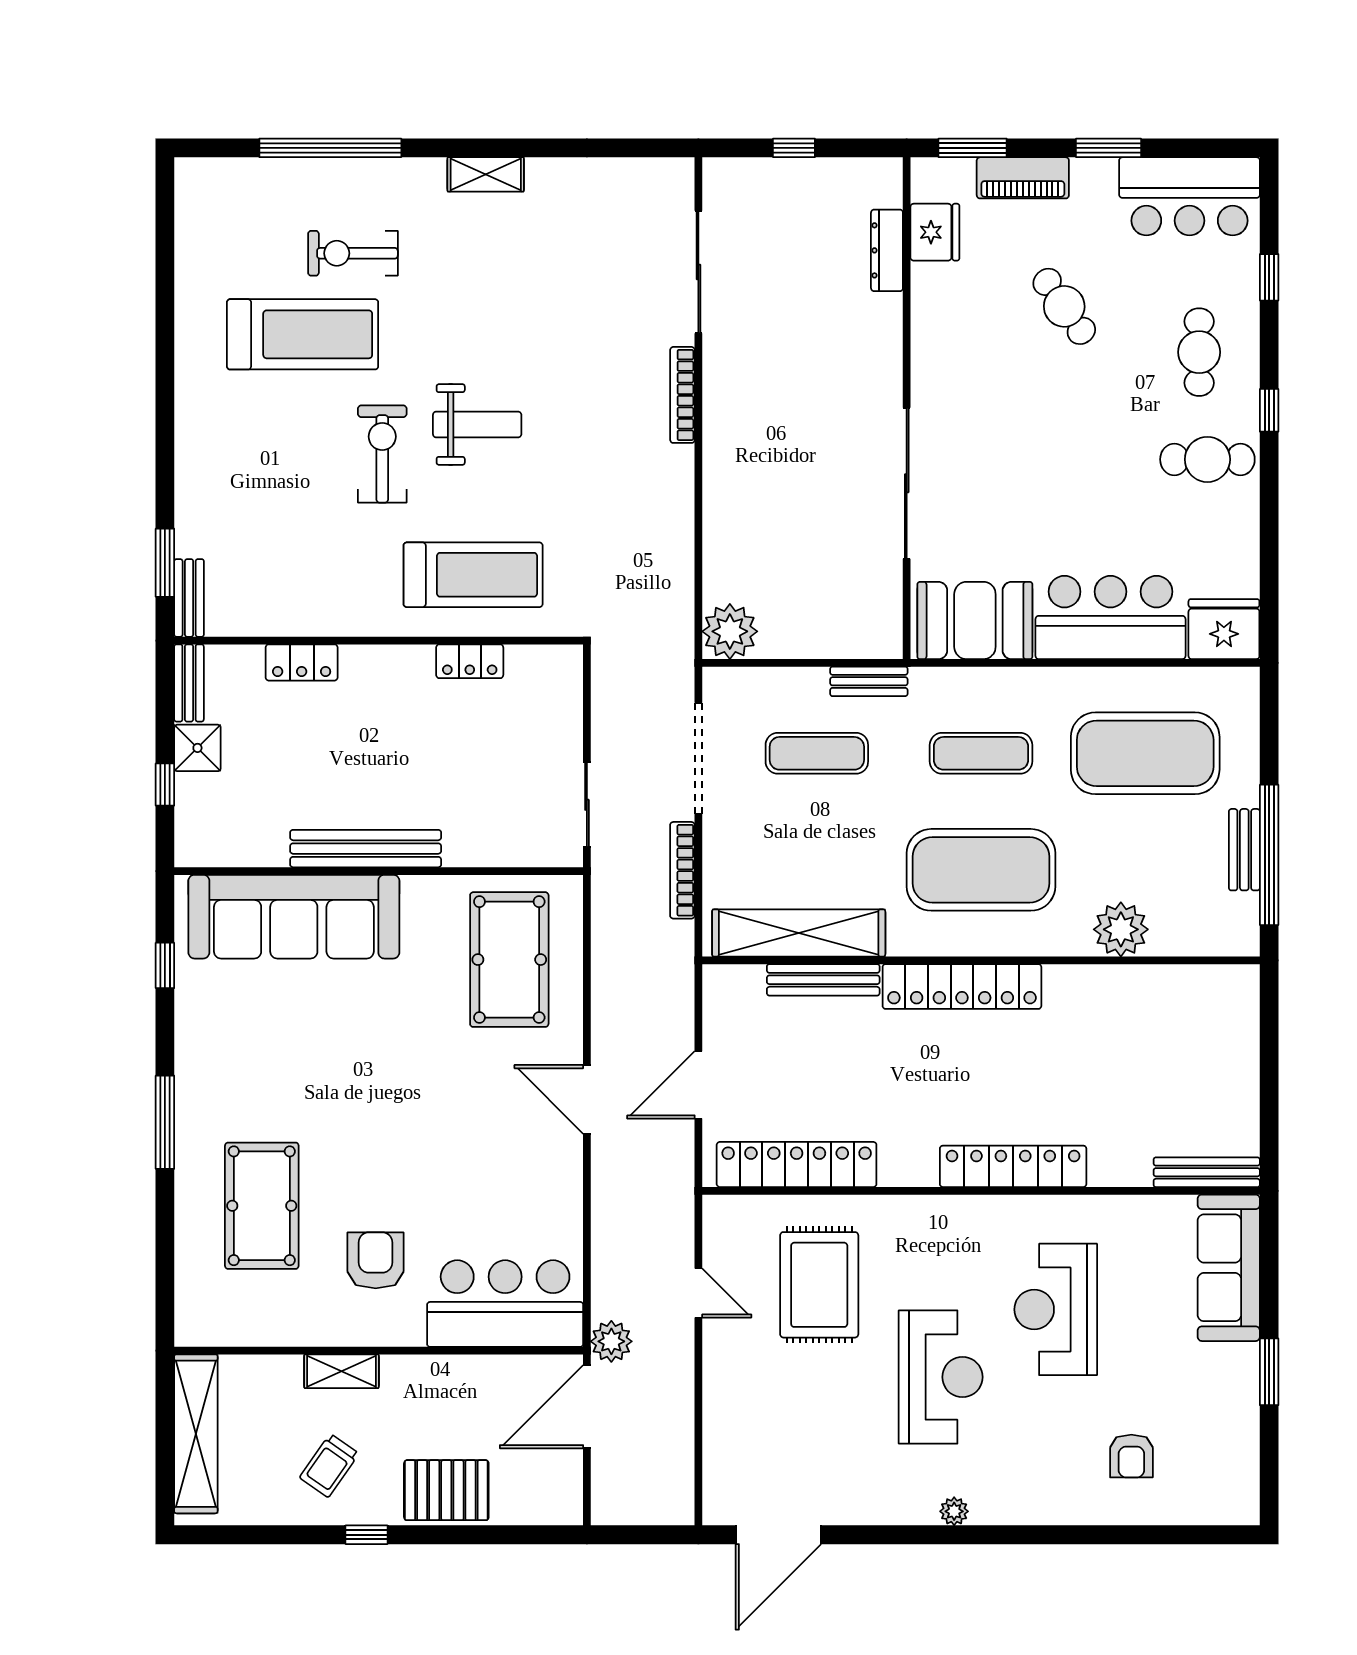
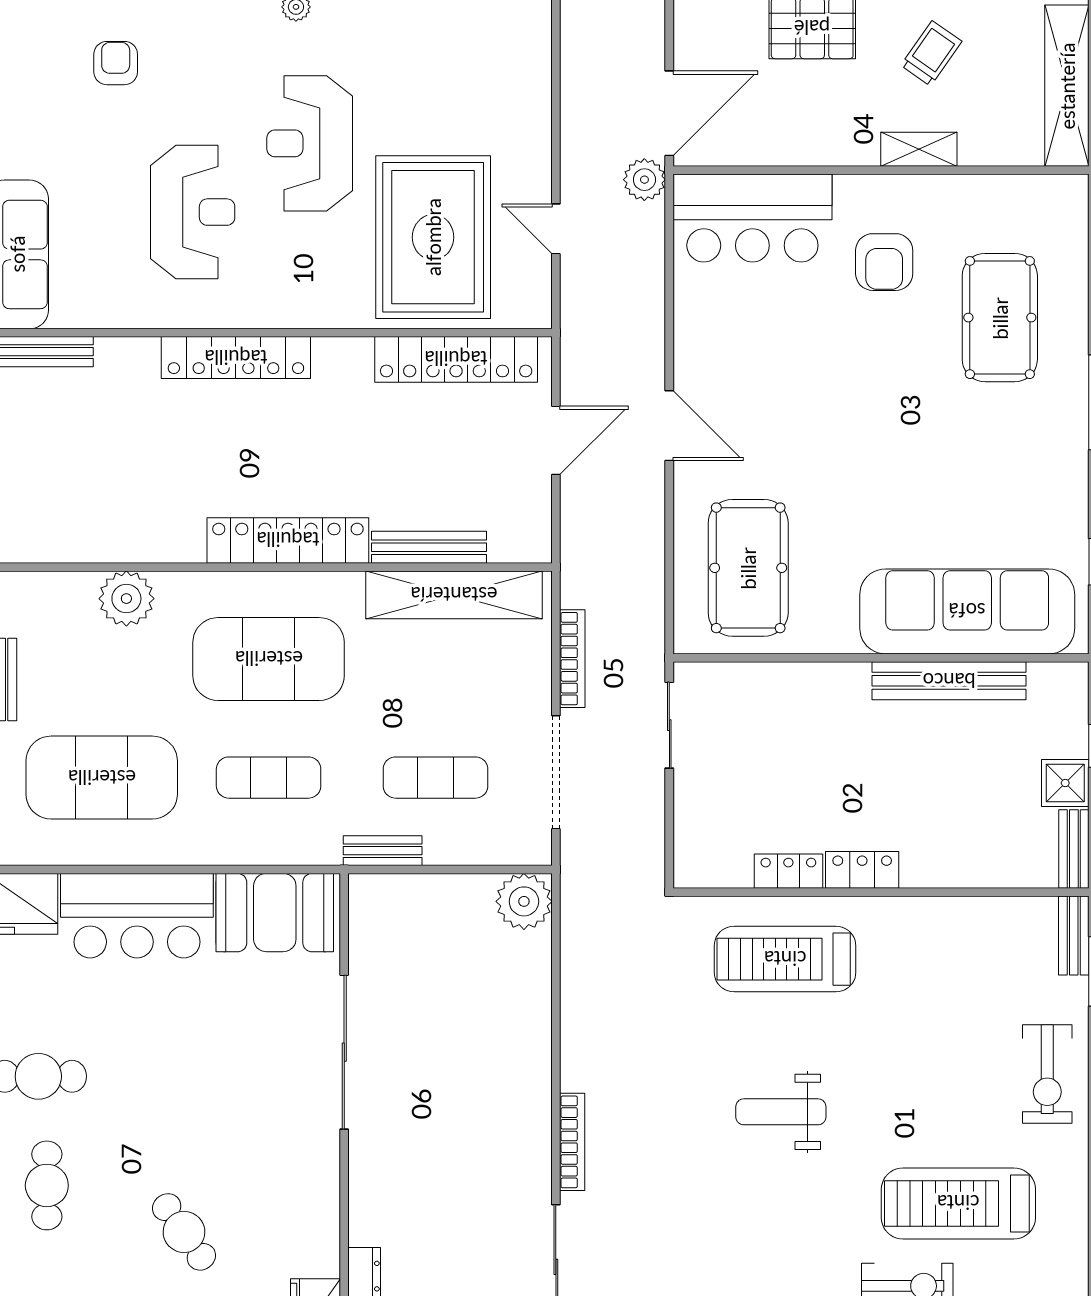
exercise bike: (382, 454) -> (1047, 1074), moved
locker: (302, 662) -> (862, 870), moved
bench: (366, 849) -> (949, 681), moved
rug: (819, 1285) -> (433, 237), width x1.37, depth x1.44

